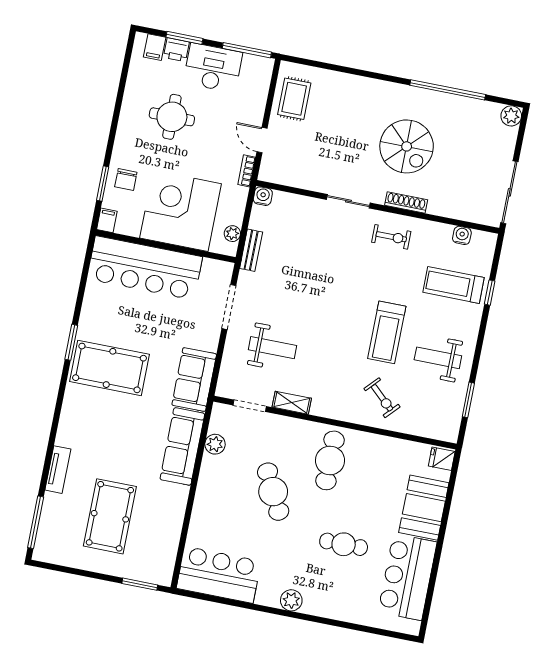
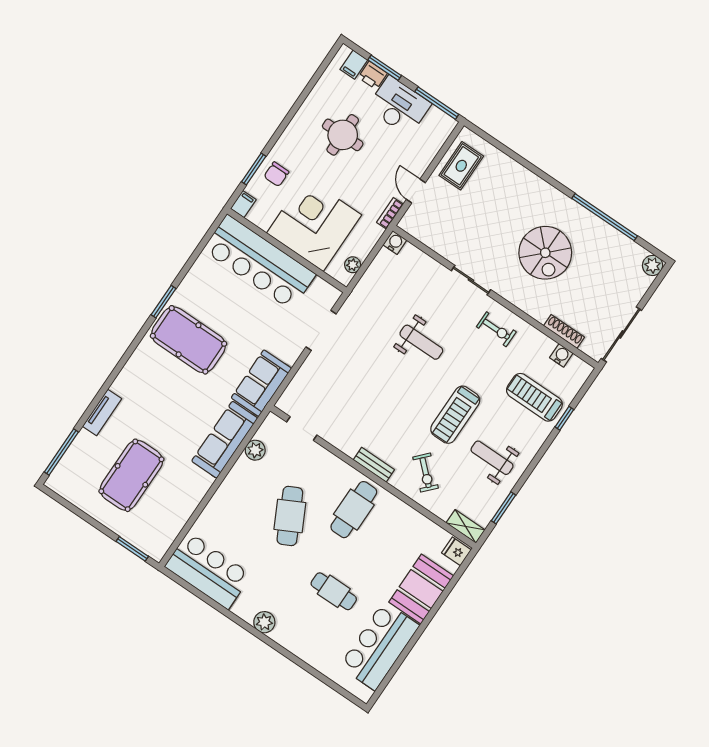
shoe rack: (406, 203) -> (564, 332), moved
bench: (251, 250) -> (374, 465), moved, turned 90
weight bench: (273, 348) -> (421, 342), moved
shelving: (292, 403) -> (465, 526), moved

